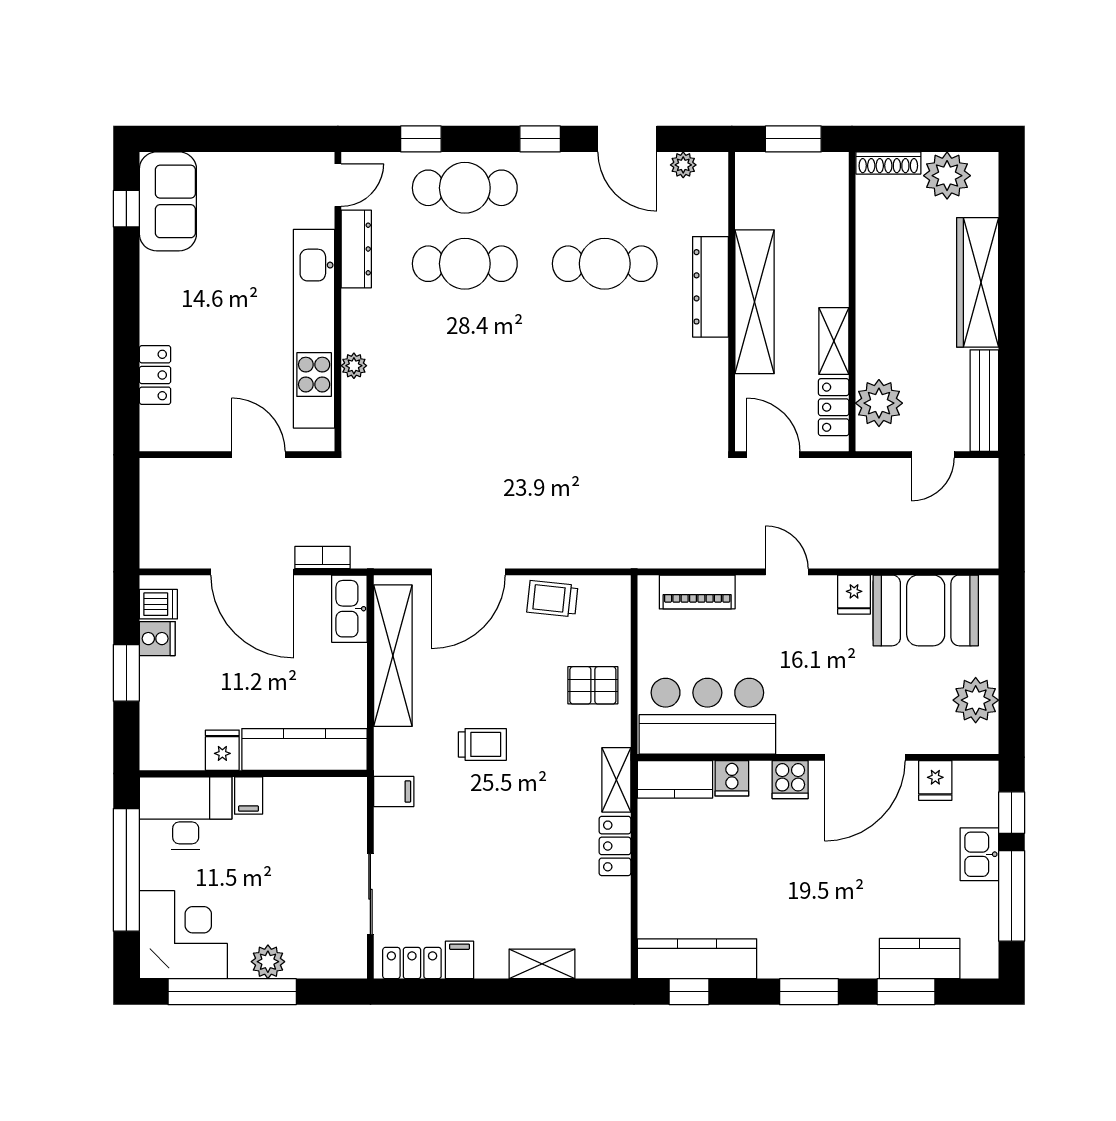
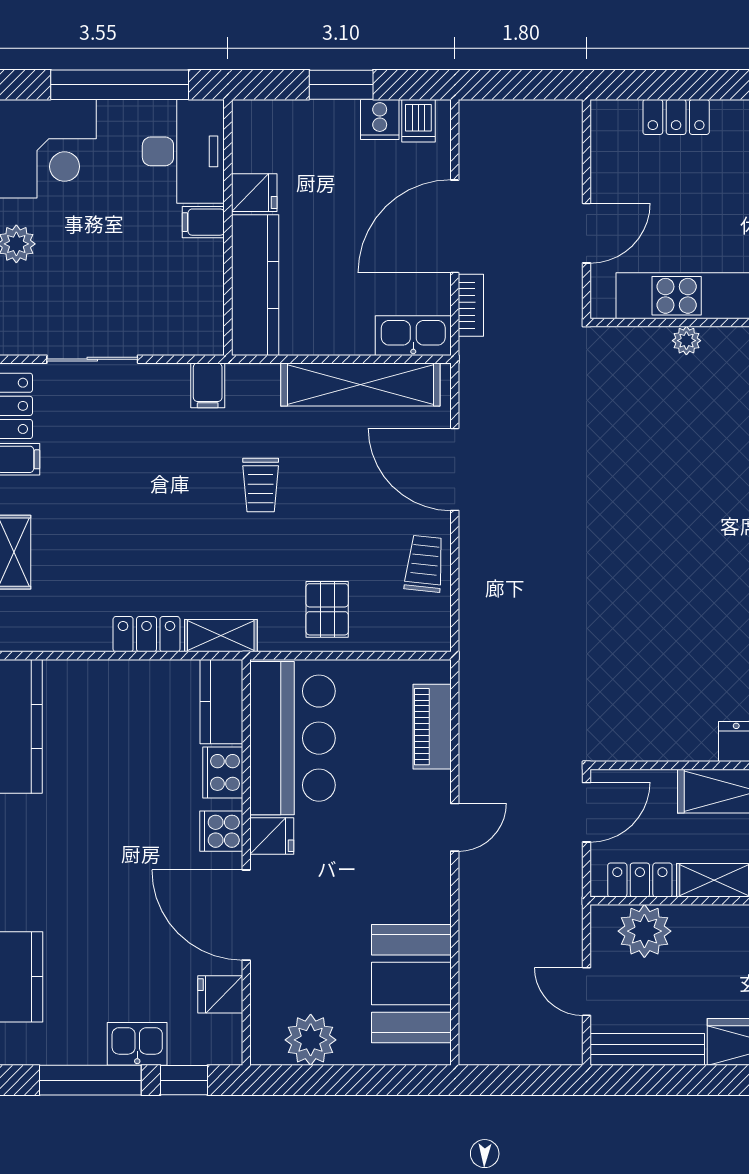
fridge: (854, 595) -> (272, 836), moved, turned 180
cooker: (732, 778) -> (223, 772), width x1.36

